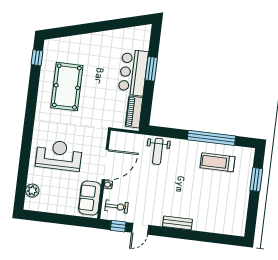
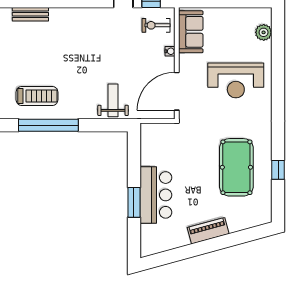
window: (37, 58) -> (278, 170), moved
piano: (134, 112) -> (208, 231), moved, turned -105
door: (105, 165) -> (177, 91), moved
bench: (177, 223) -> (30, 14), moved

